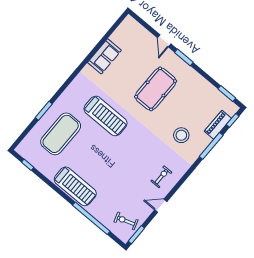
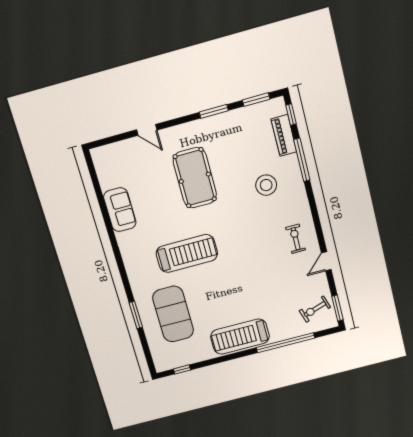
window: (184, 57) -> (214, 111), moved
treadmill: (75, 186) -> (240, 337), turned 180

